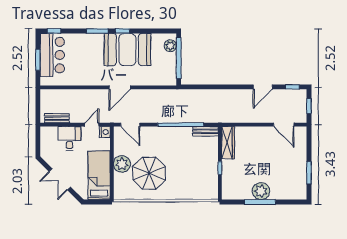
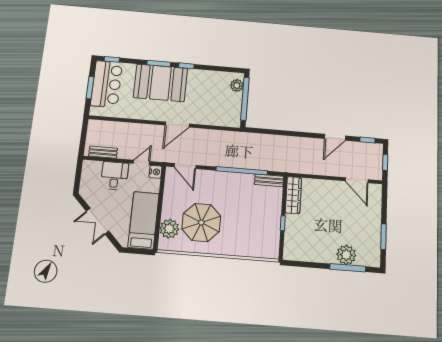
booth: (127, 50) -> (160, 83), moved
plant: (122, 164) -> (169, 229), moved
plant: (261, 191) -> (346, 255), moved
window: (260, 202) -> (348, 268), moved

